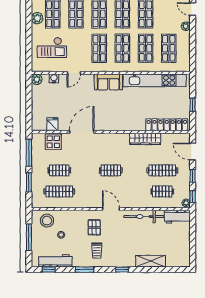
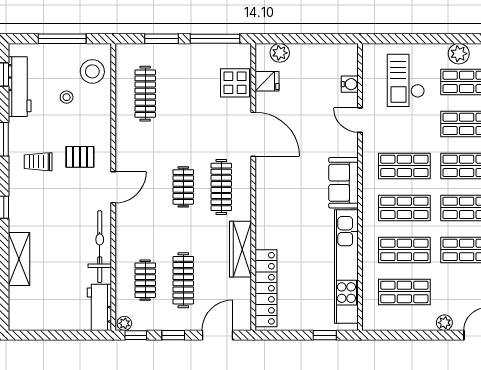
plant: (37, 79) -> (280, 53), moved
window: (193, 105) -> (325, 335), moved
clothes rail: (59, 170) -> (221, 187), moved, width x1.36

